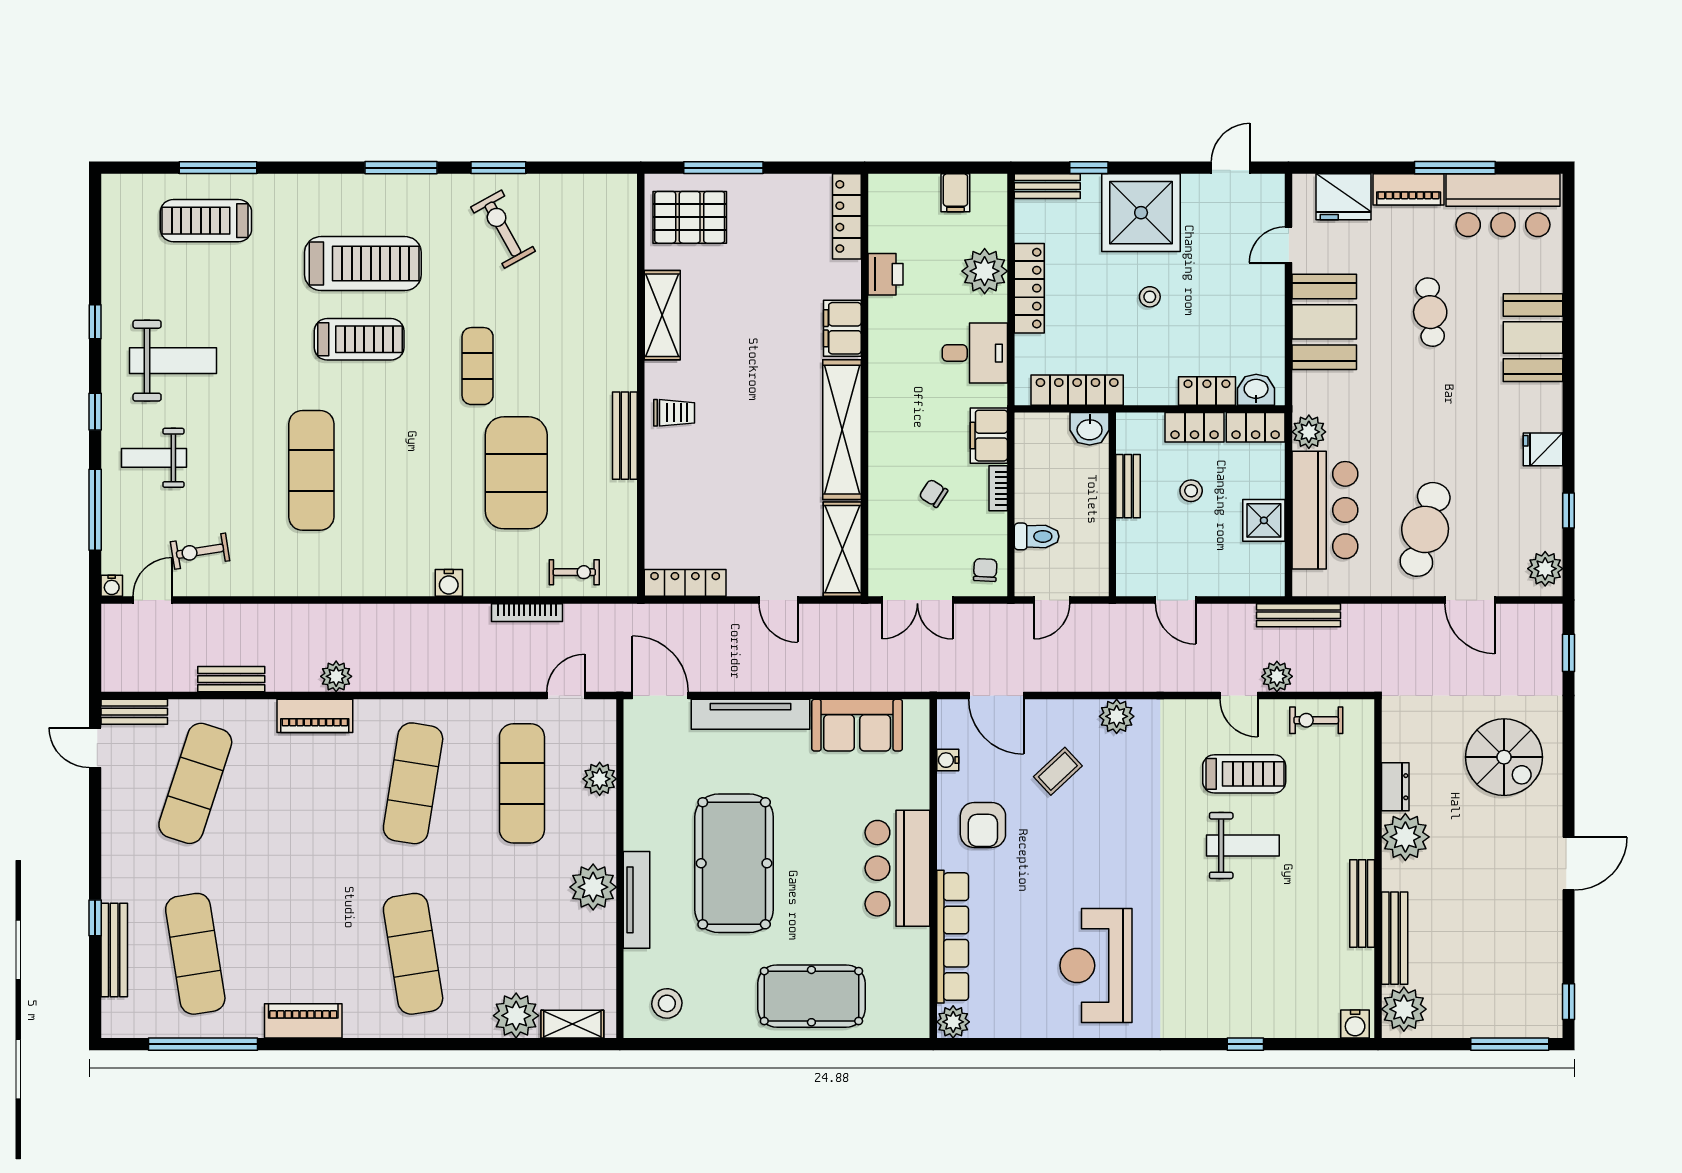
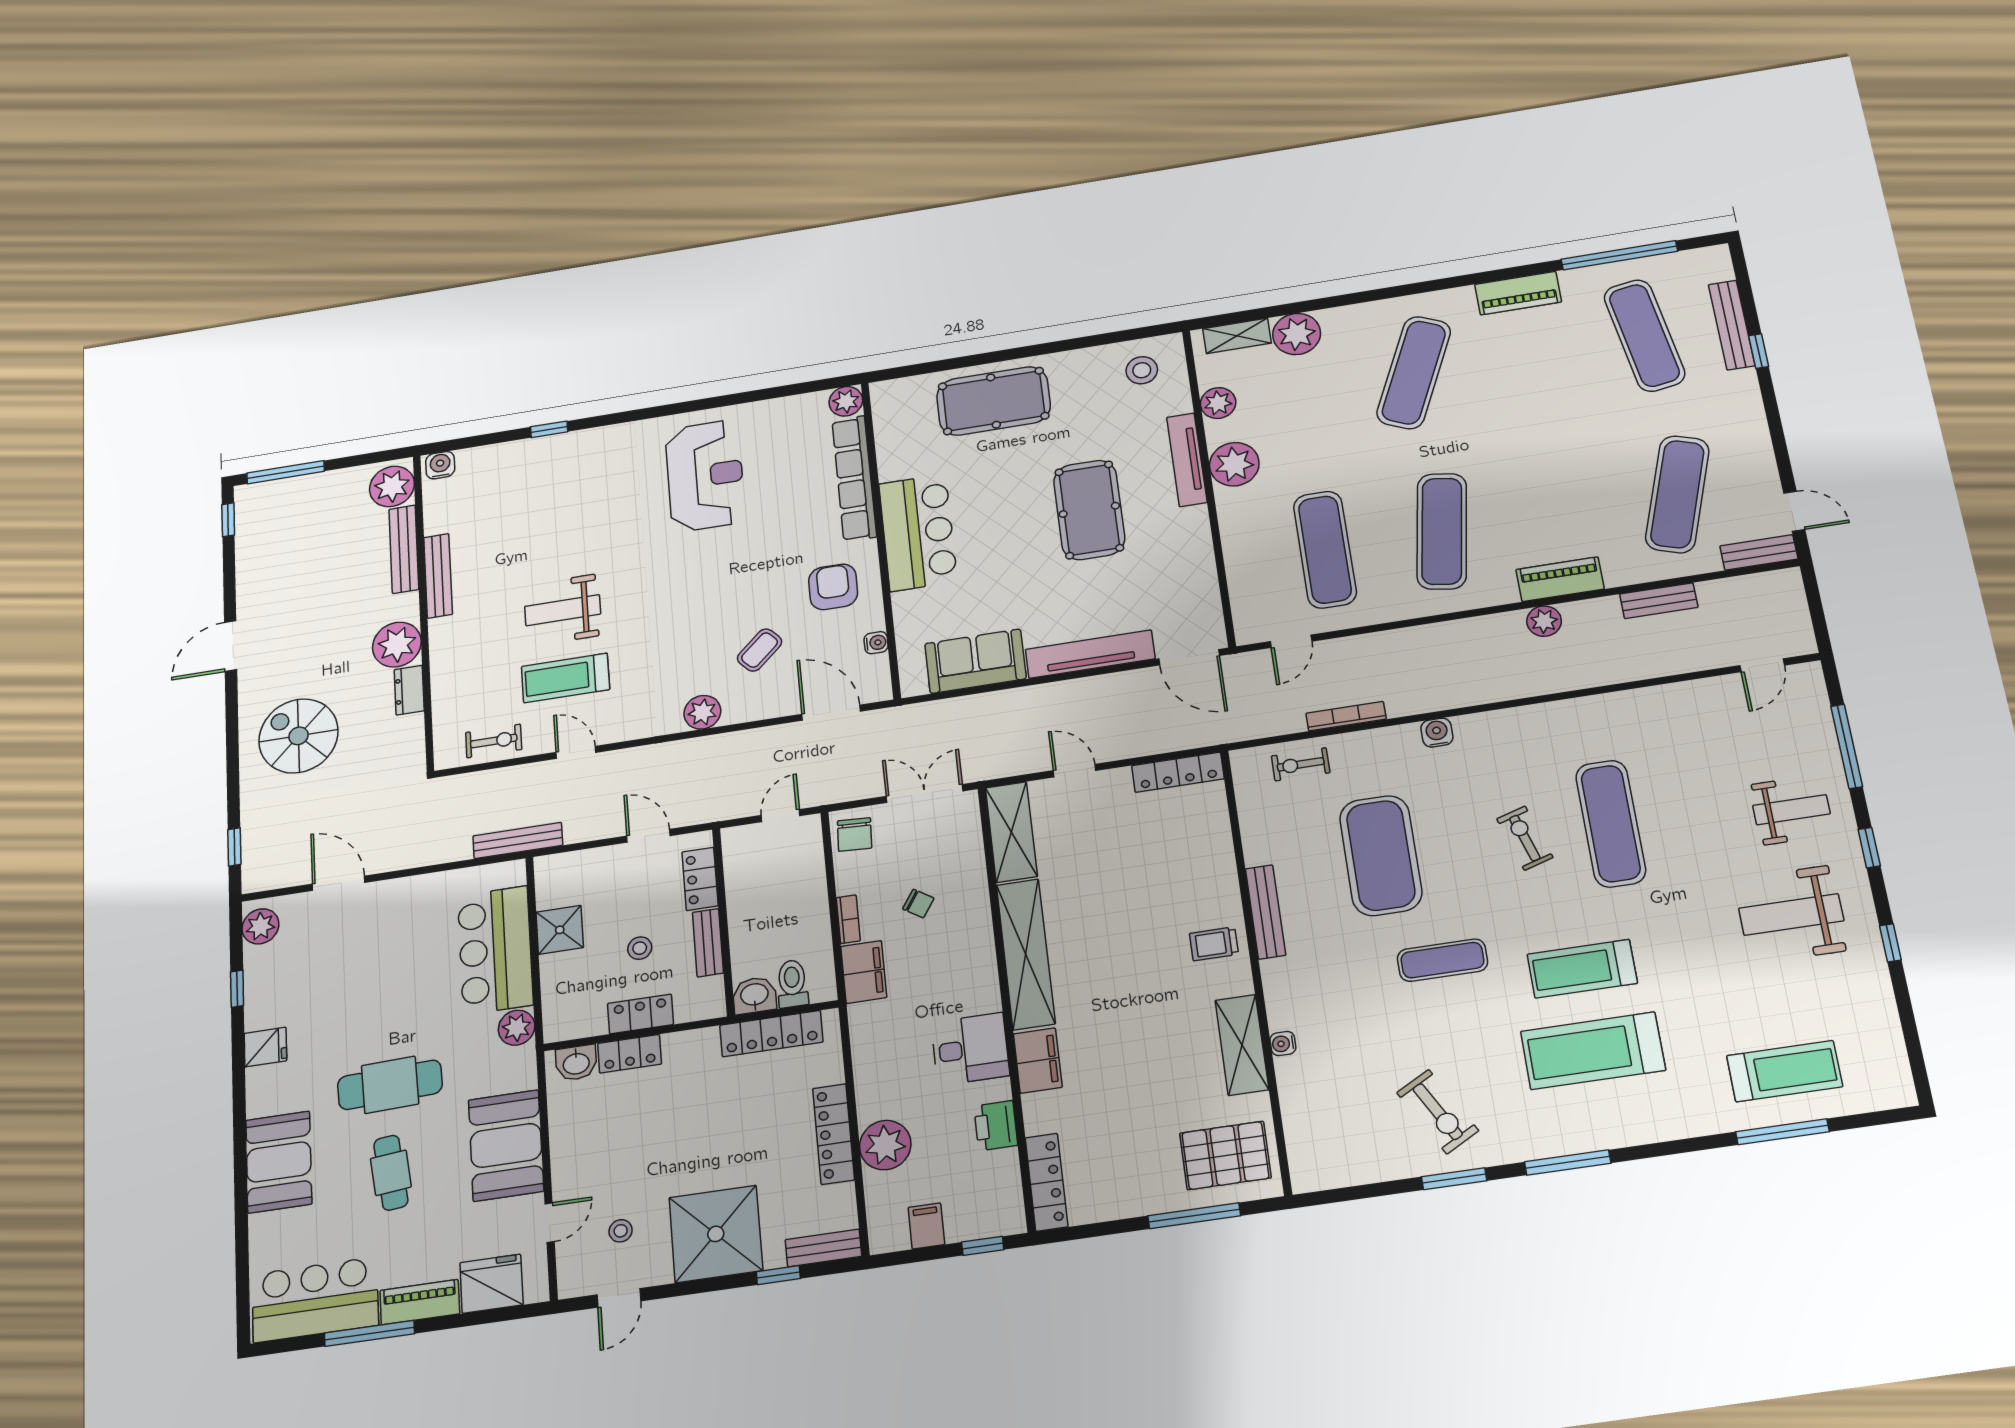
window: (908, 168) -> (983, 1246), added
stool: (1150, 297) -> (621, 1231), moved
desk: (975, 353) -> (970, 1049), moved, turned 180
exercise mat: (478, 366) -> (1442, 960), turned 90
locker: (1256, 427) -> (700, 879), moved, turned -90
cafe table: (1425, 529) -> (390, 1085), moved, turned 73
toilet: (1037, 536) -> (792, 984), moved, turned 90
exercise bike: (200, 551) -> (1525, 838), moved, turned -98
chair: (985, 570) -> (855, 834), width x1.37, depth x1.37
water cooler: (112, 586) -> (1283, 1044), moved, turned -90
plant: (1277, 676) -> (537, 777), removed
plant: (600, 779) -> (1218, 403), moved
pool table: (734, 863) -> (1089, 510), width x0.73, depth x0.76
exercise mat: (413, 954) -> (1414, 372), turned 33

